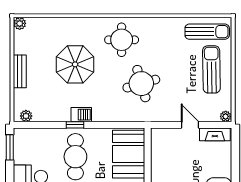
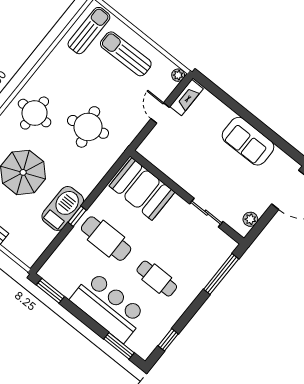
barbecue: (81, 115) -> (63, 208), width x1.88, depth x1.53
plant: (26, 116) -> (34, 254), removed
door: (190, 125) -> (160, 113), hinge flipped

